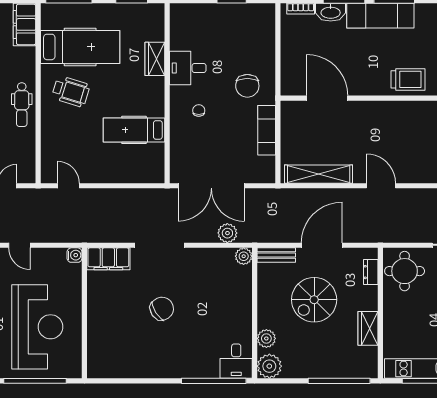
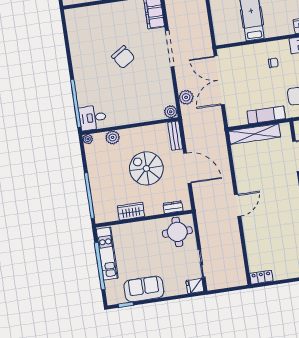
shelving: (319, 174) -> (255, 134), moved, turned 90
plant: (269, 366) -> (88, 139), width x0.53, depth x0.53

